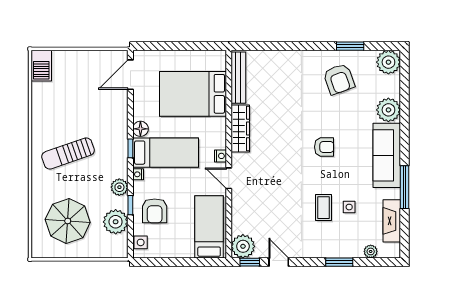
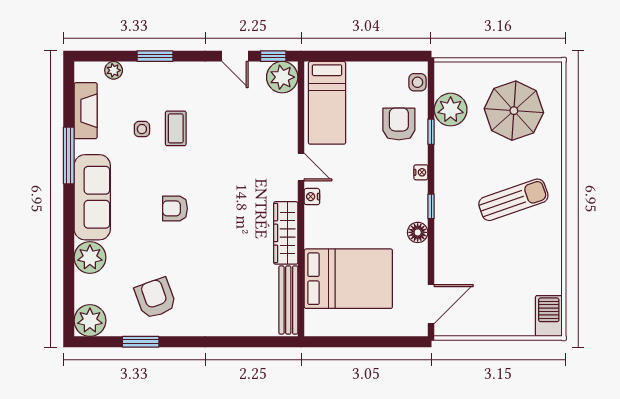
bed: (166, 153) -> (384, 201), removed
plant: (119, 187) -> (445, 155), removed

